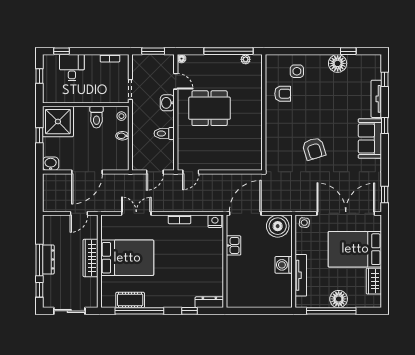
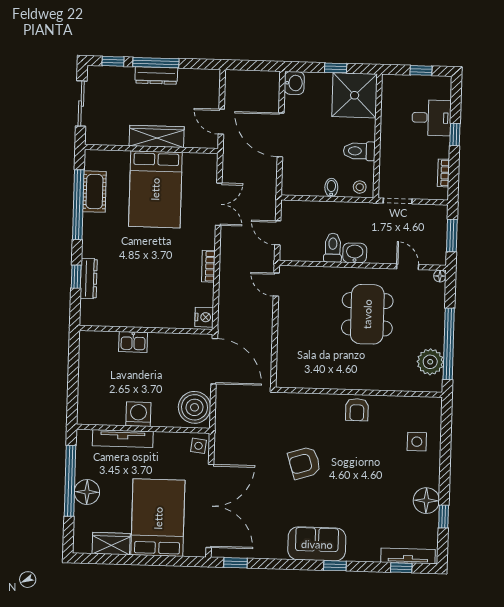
window: (62, 51) -> (455, 135), moved
plant: (246, 59) -> (430, 362), width x1.88, depth x1.88
door: (176, 81) -> (408, 267), swing flipped
armchair: (283, 94) -> (357, 410), moved
tv unit: (376, 99) -> (408, 556), moved
washbasin: (167, 103) -> (355, 253), moved
kitchen sink: (234, 245) -> (133, 342), moved
dresser: (209, 302) -> (89, 279), moved

